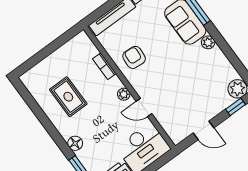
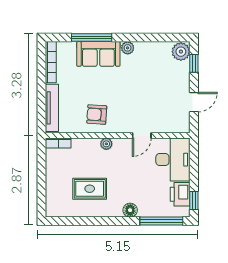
bookcase: (104, 66) -> (58, 143), moved
plant: (124, 94) -> (106, 144), moved

